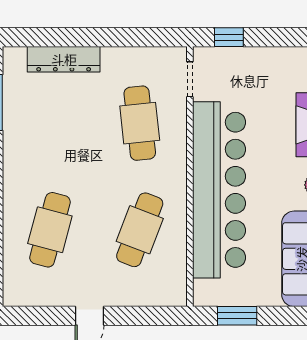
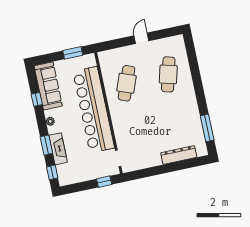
cafe table: (140, 123) -> (137, 133), removed

